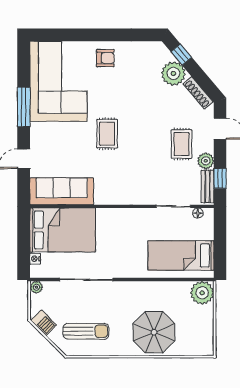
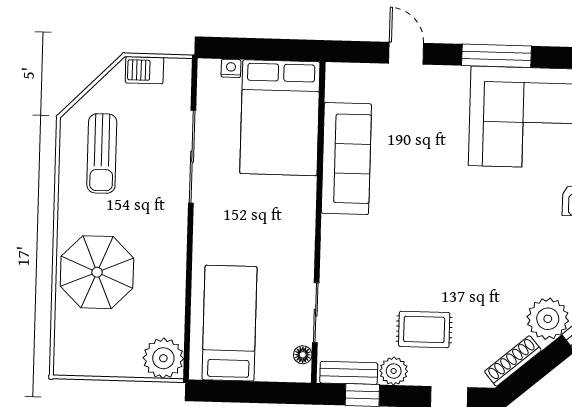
rug: (107, 134) -> (446, 200), removed
sofa: (62, 191) -> (346, 159), moved
plant: (36, 287) -> (181, 69), removed
barbecue: (44, 323) -> (144, 70), moved, turned 45

